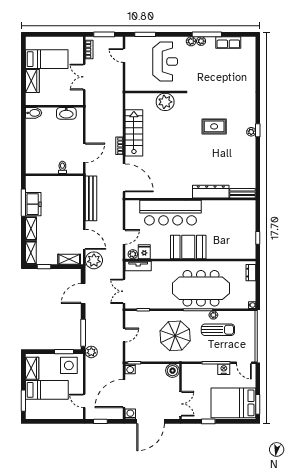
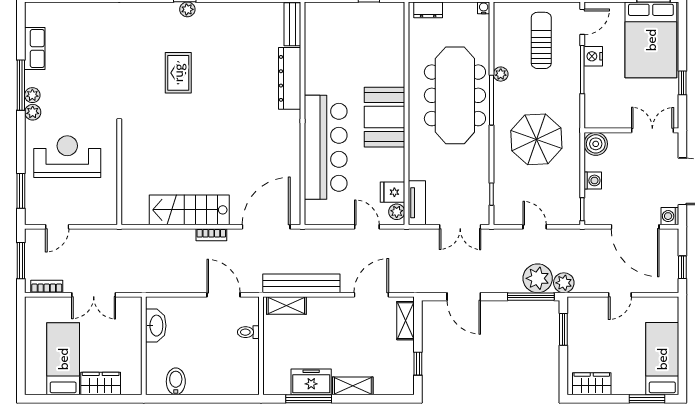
plant: (165, 102) -> (136, 156), removed
bidet: (34, 113) -> (176, 381), moved
shelving: (31, 253) -> (286, 306), moved
plant: (94, 260) -> (538, 278), moved
sun lounger: (218, 330) -> (541, 40), moved
side table: (69, 365) -> (587, 321), removed
washing machine: (130, 369) -> (593, 180), moved
bed: (47, 390) -> (662, 359), moved
door: (84, 401) -> (620, 295), moved

